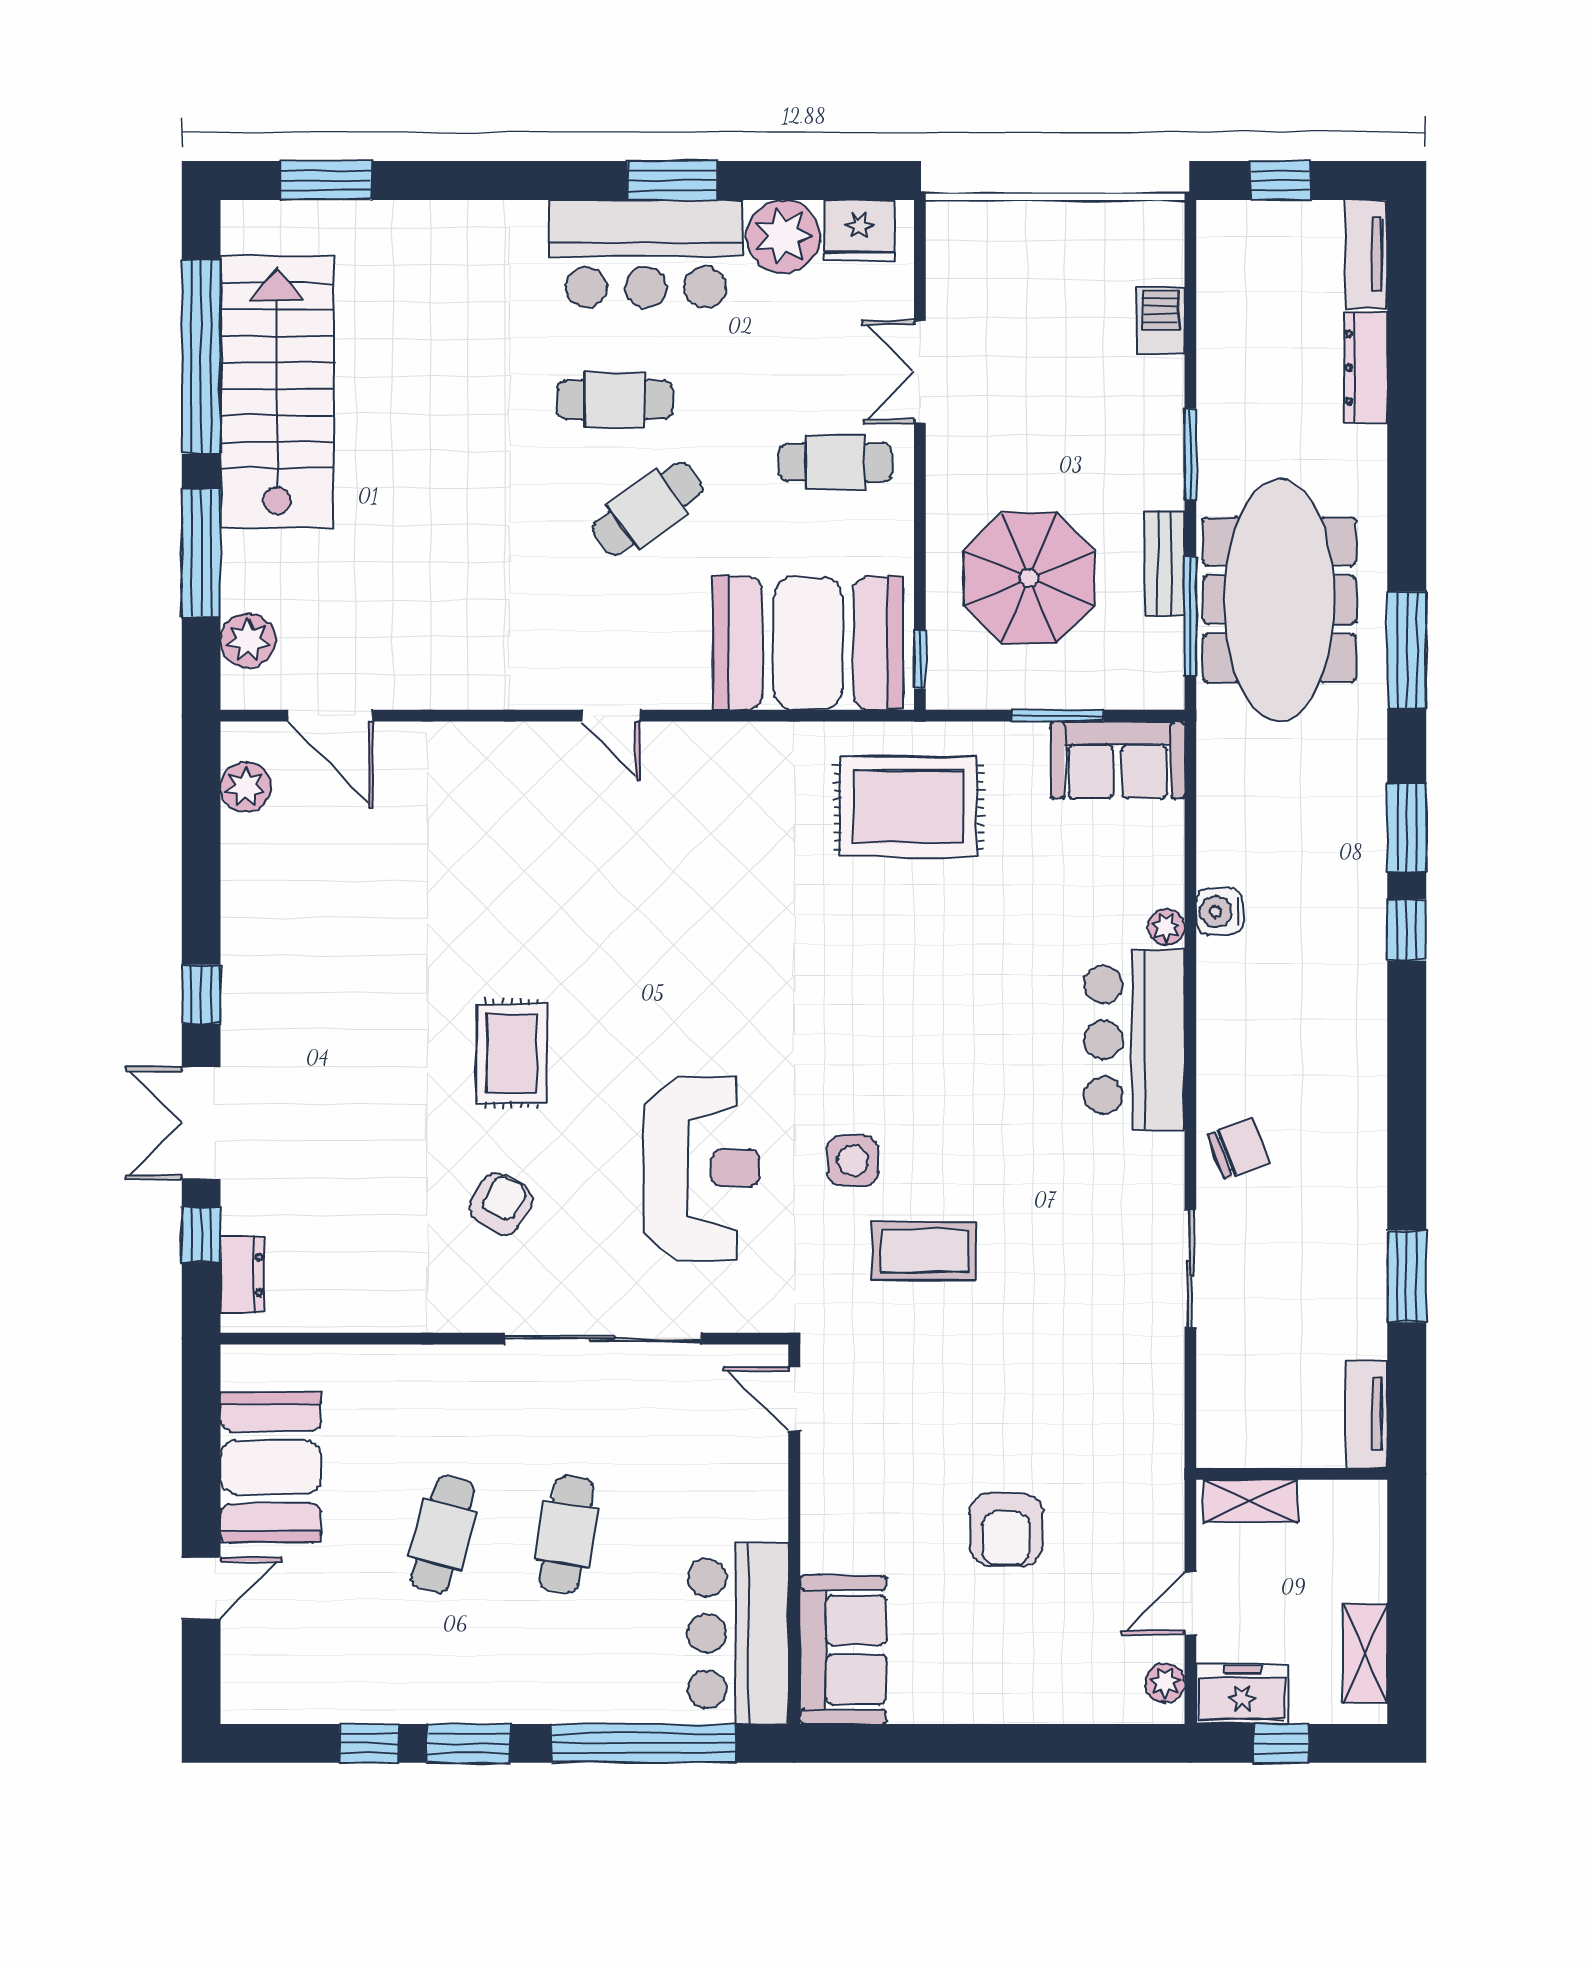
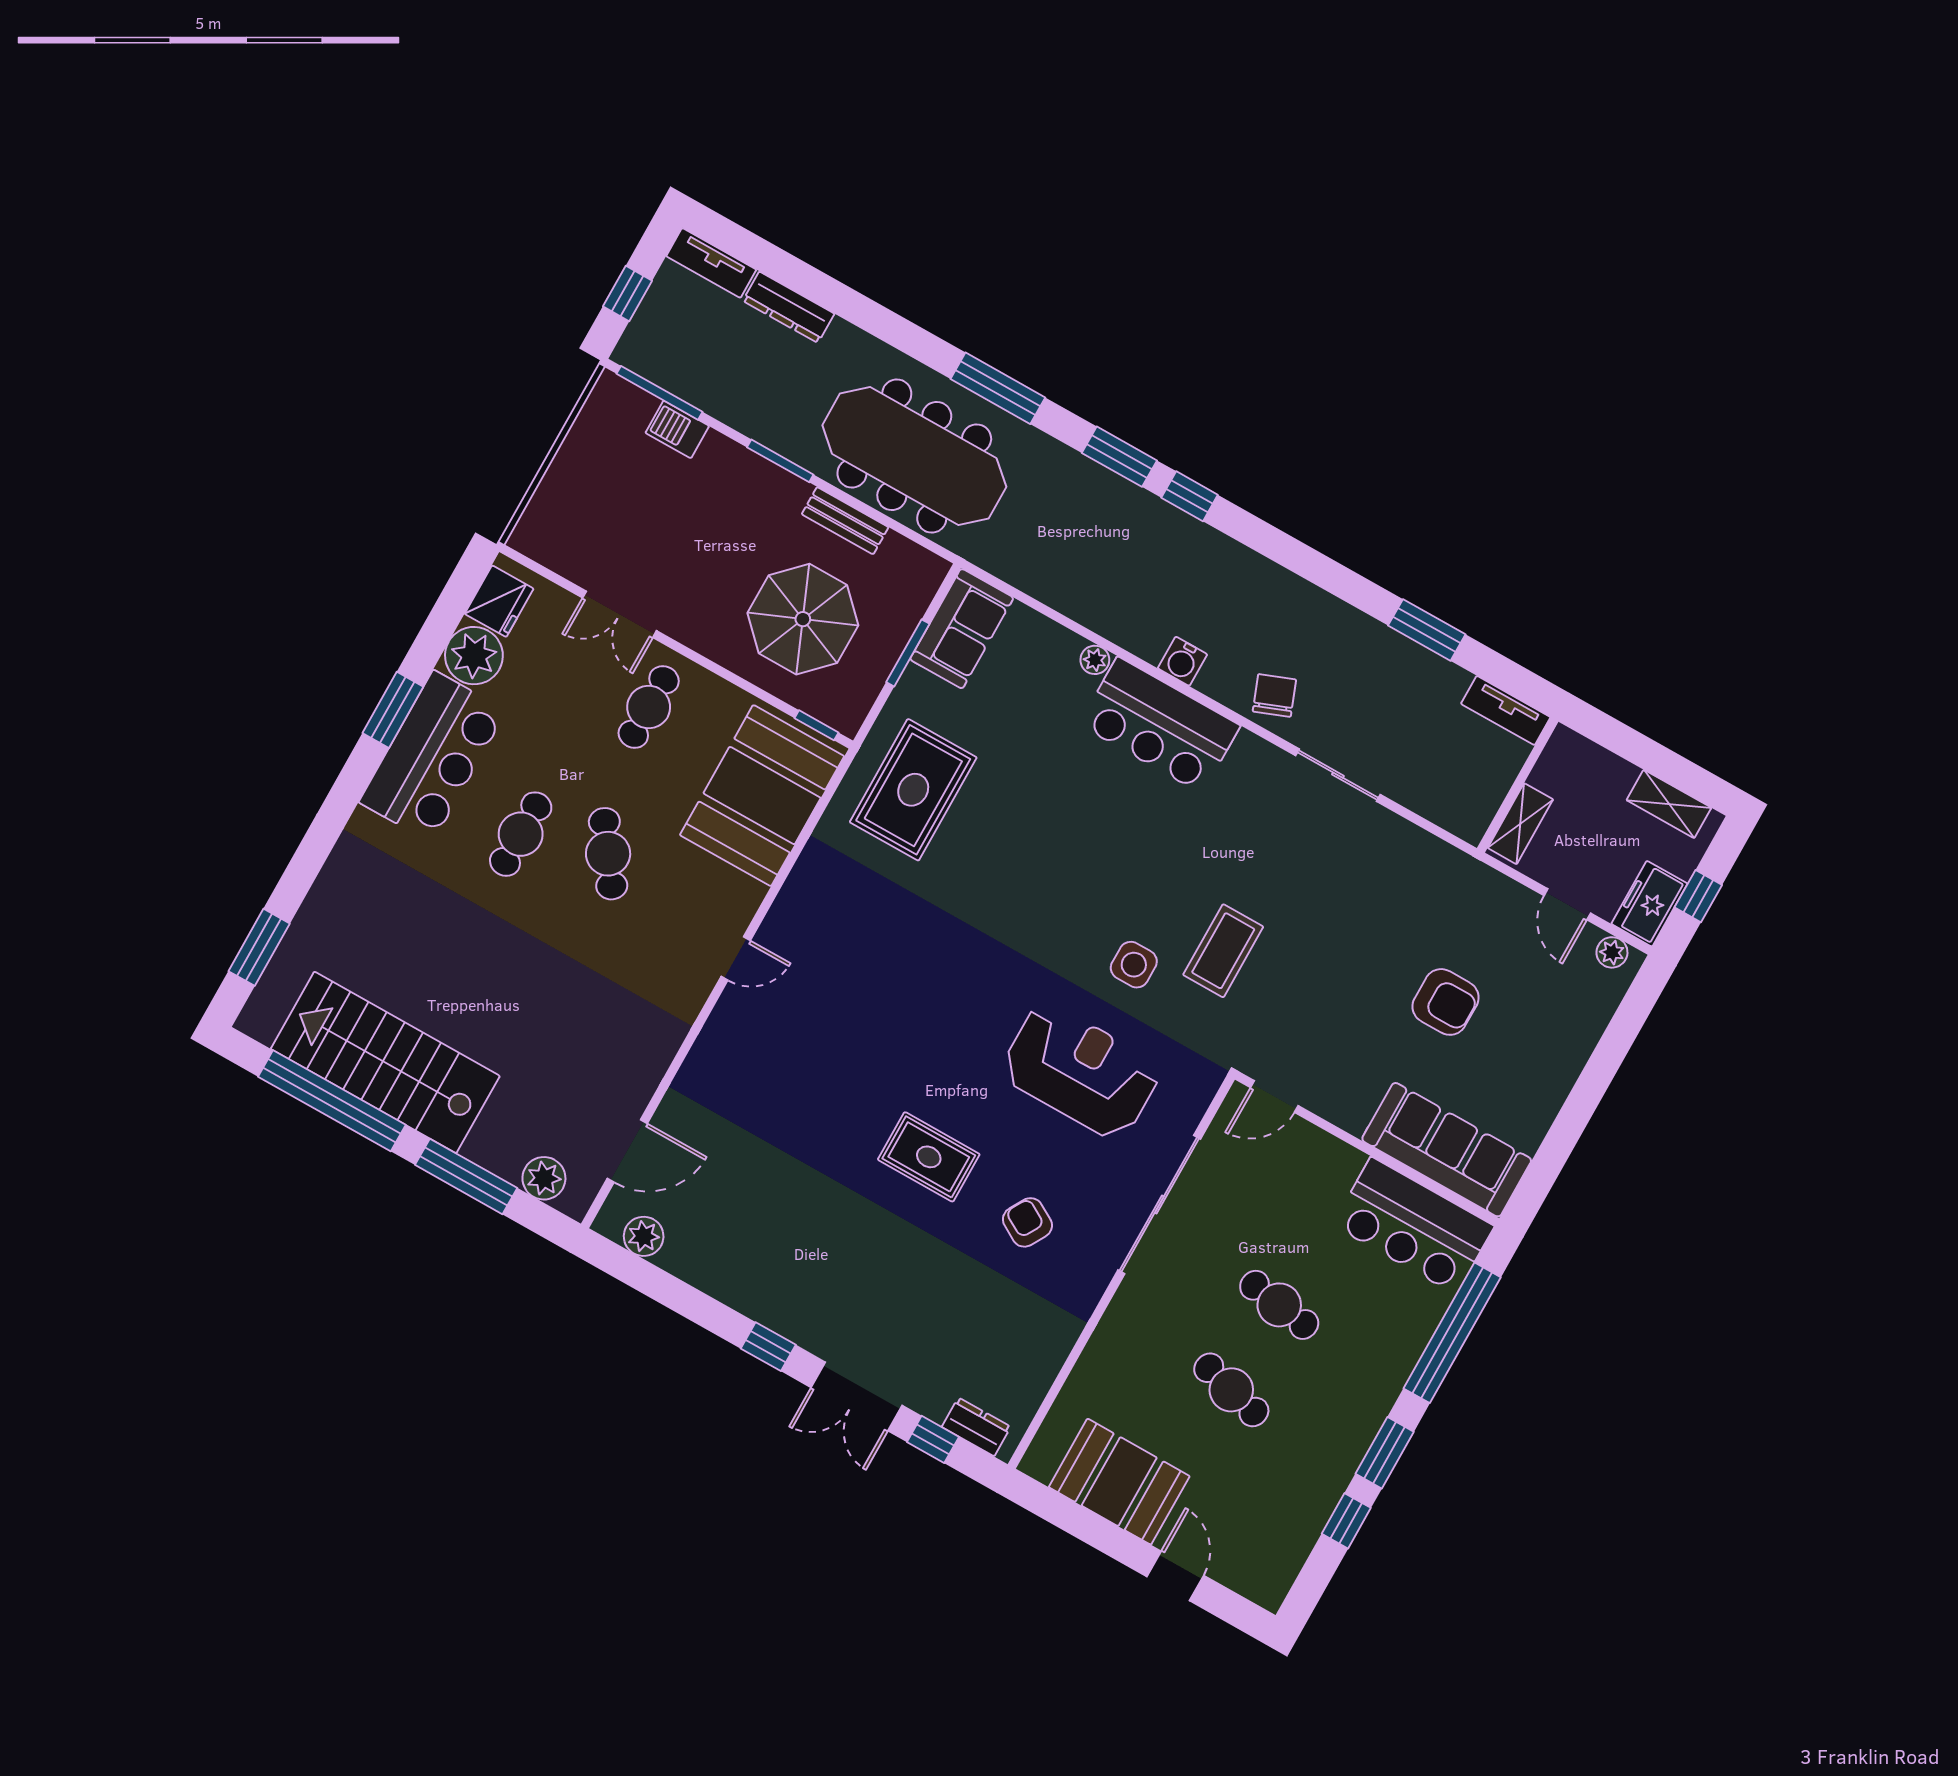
window: (1190, 616) -> (659, 393), moved
water cooler: (1219, 912) -> (1182, 661), moved
sofa: (843, 1650) -> (1447, 1150), width x1.36

